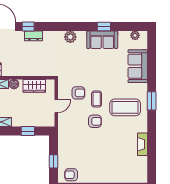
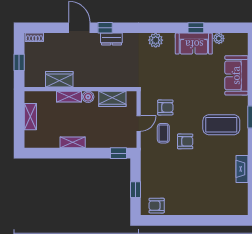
plant: (135, 35) -> (219, 38), moved
coffee table: (97, 99) -> (163, 133), moved
window: (28, 131) -> (118, 153), moved

